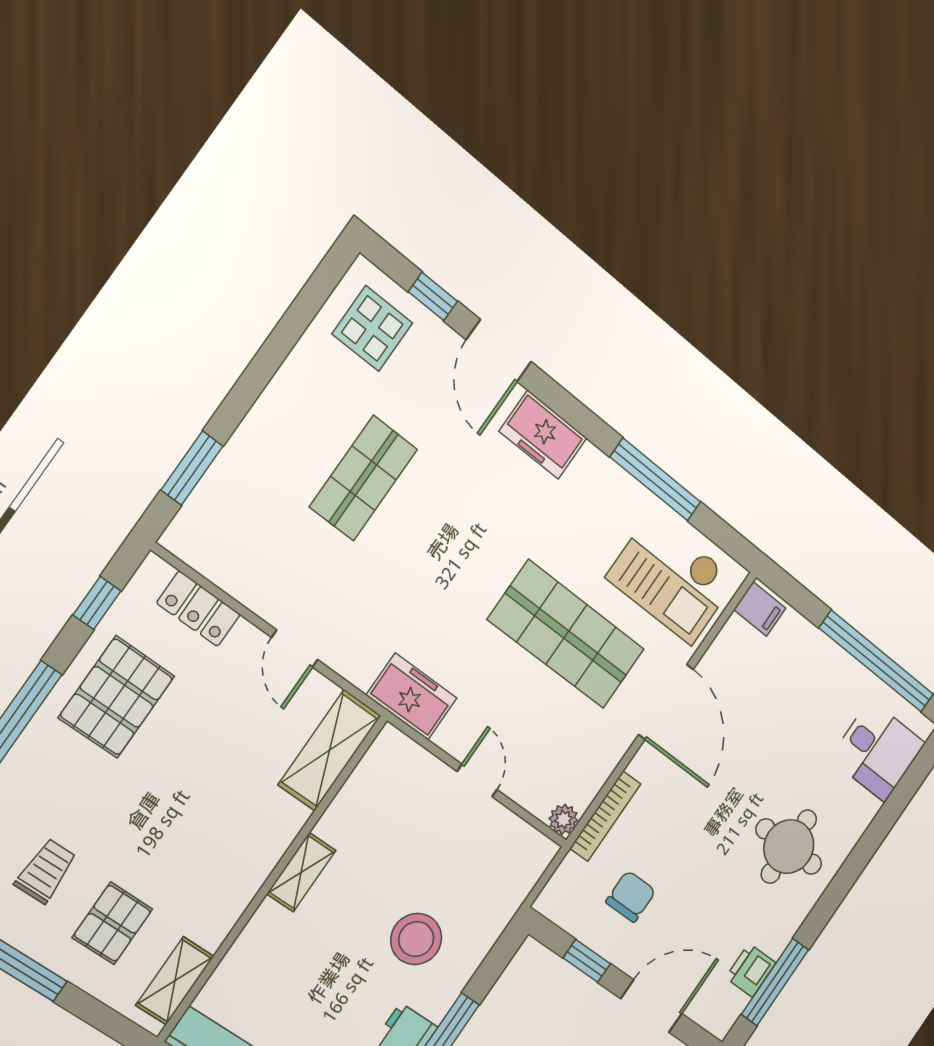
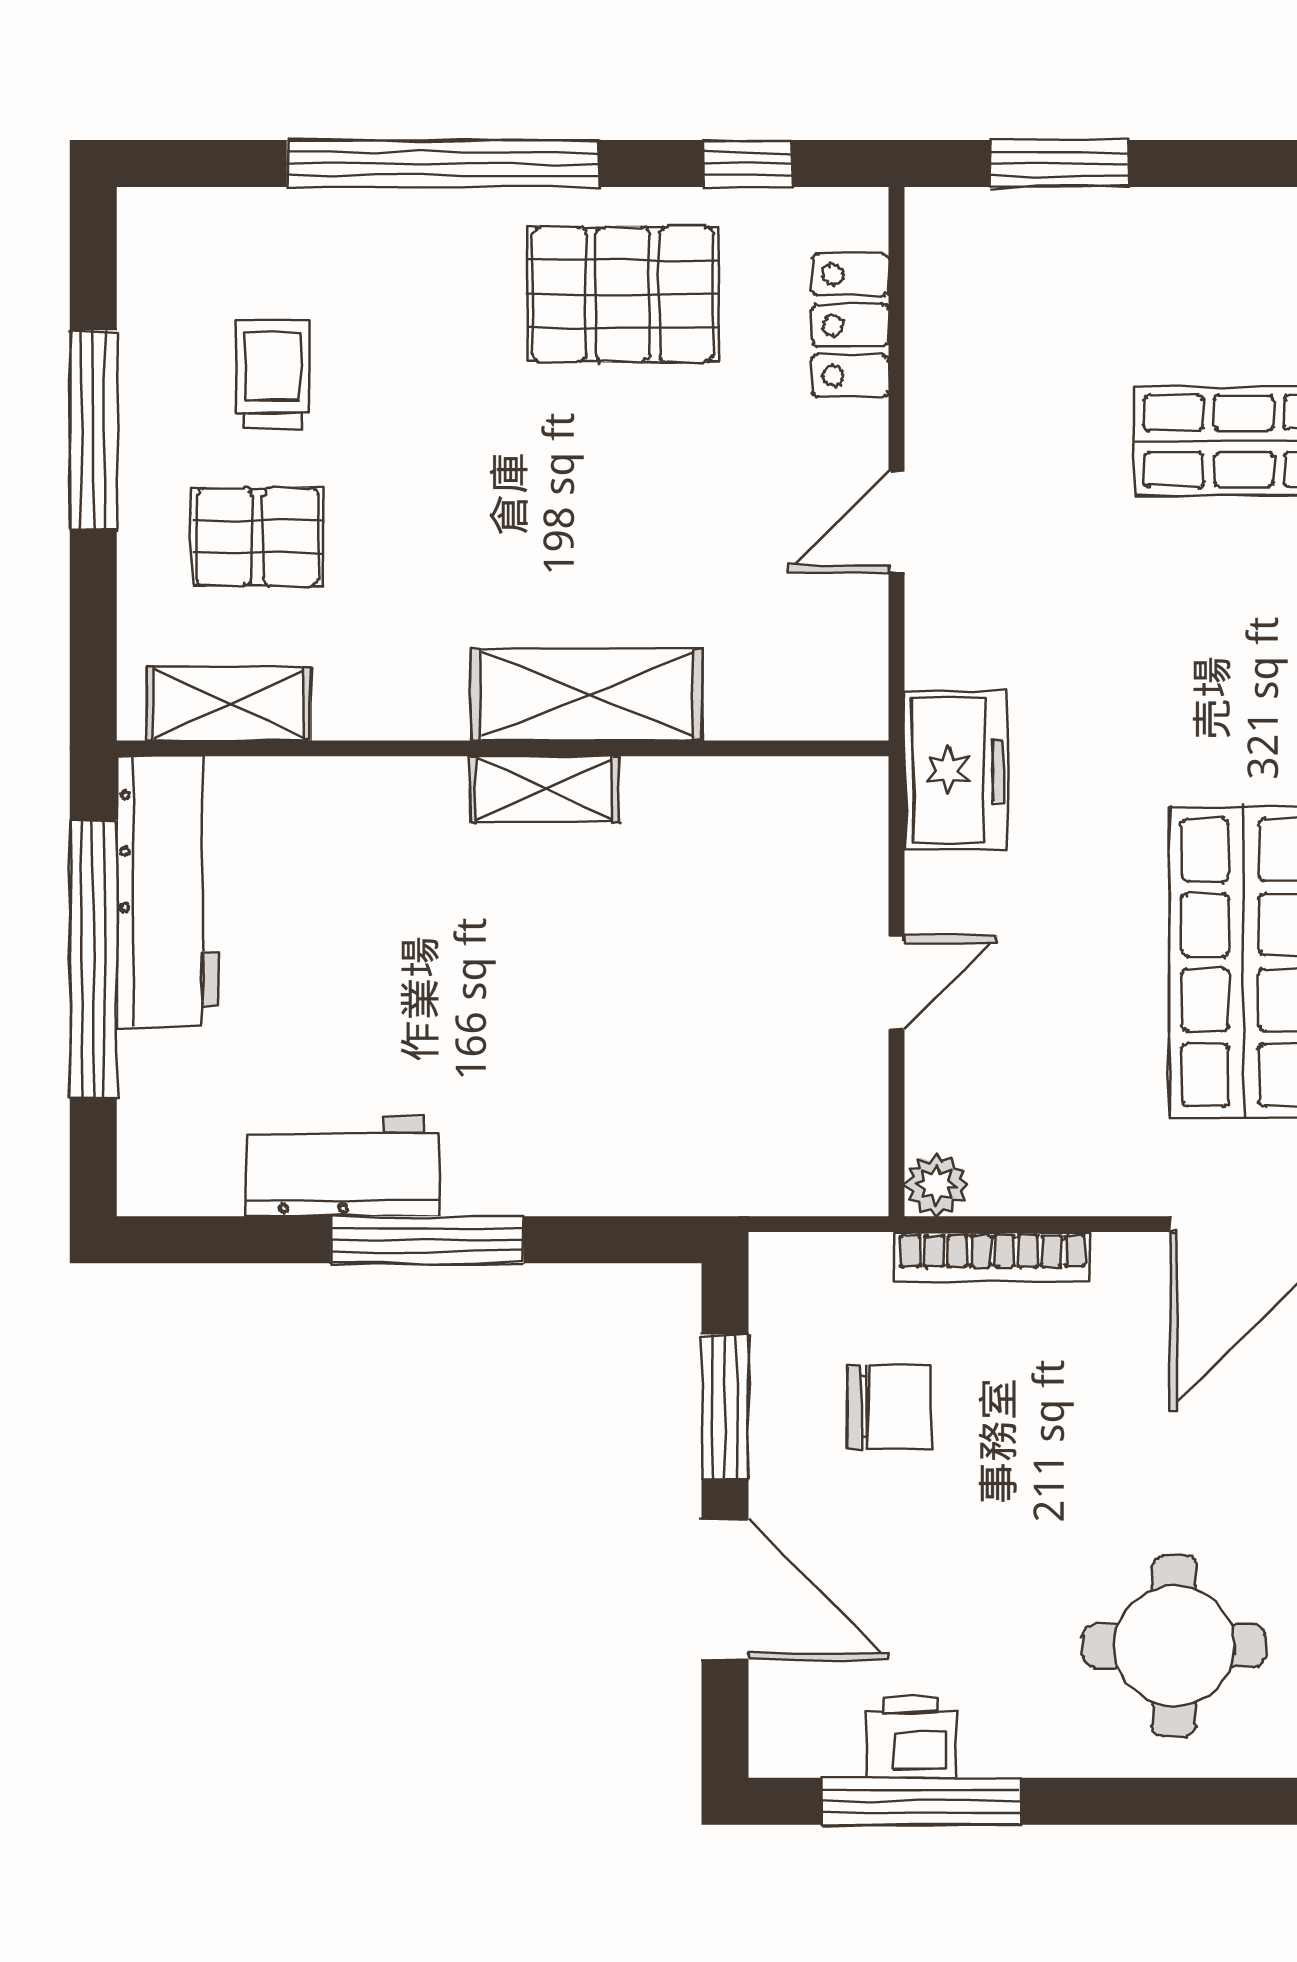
shelving: (329, 750) -> (587, 695), moved
trolley: (46, 871) -> (273, 373), turned -90
stool: (416, 939) -> (562, 1068), removed
window: (587, 961) -> (725, 1407), width x1.50

